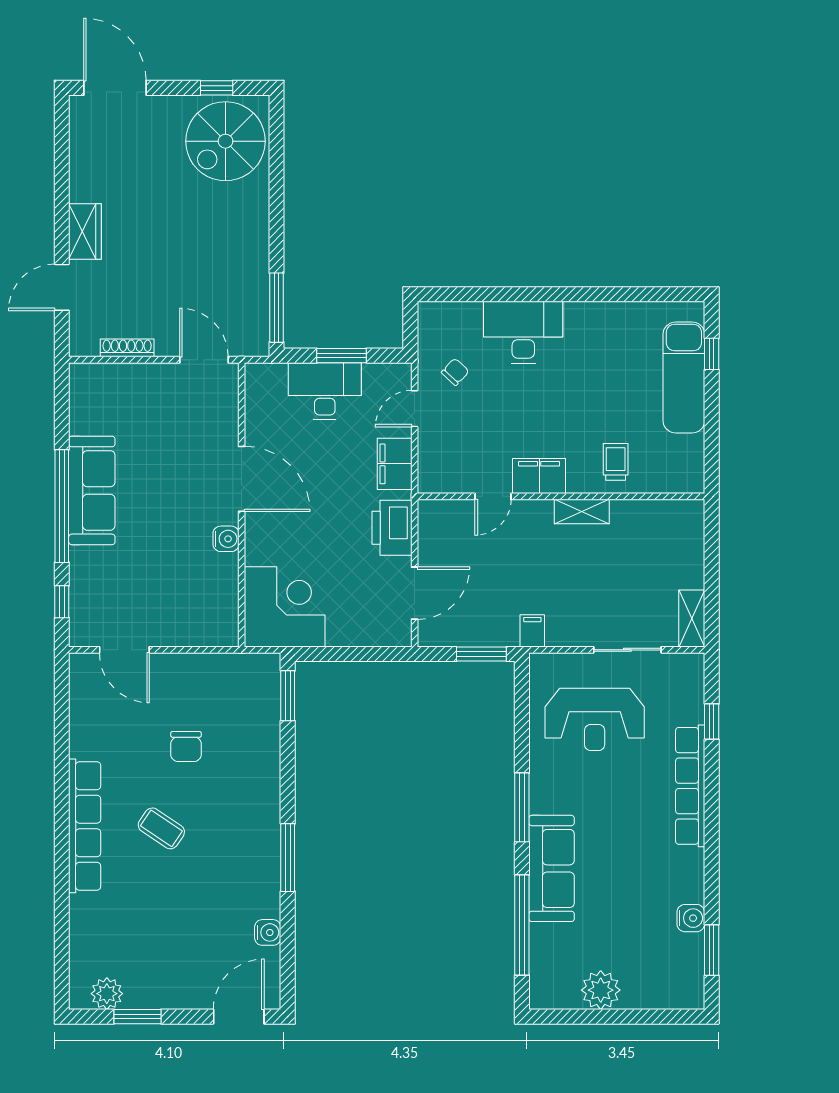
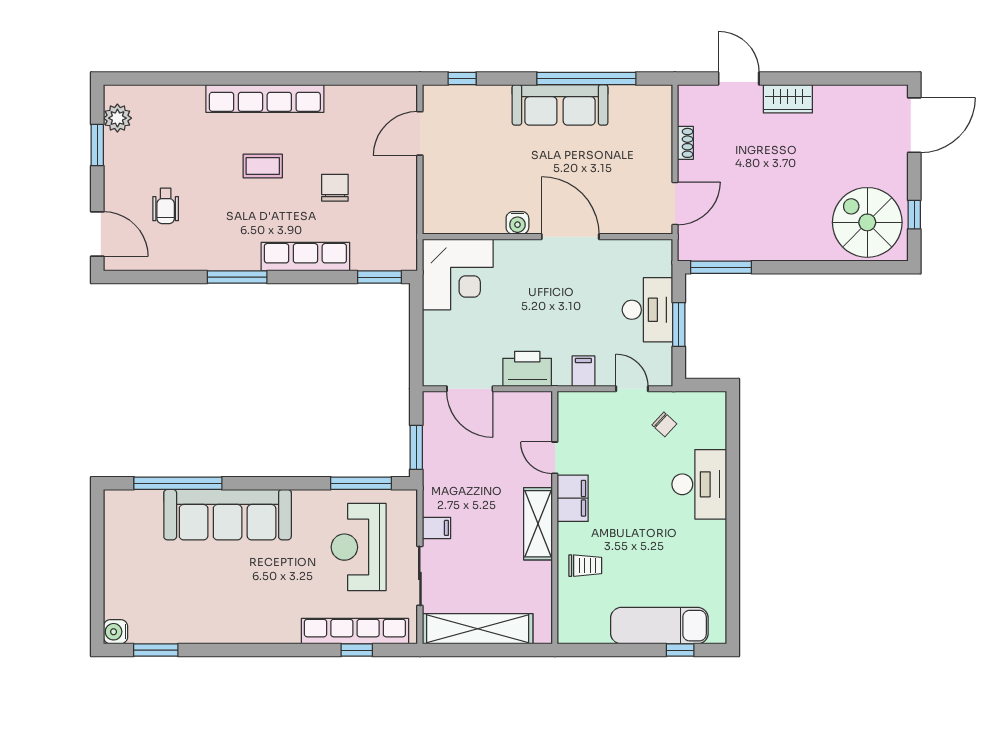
shoe rack: (127, 348) -> (685, 143), width x0.70
filing cabinet: (395, 464) -> (583, 371), width x0.50
door: (242, 479) -> (570, 237), swing flipped
window: (62, 506) -> (586, 78), moved
shelving: (582, 512) -> (538, 524), width x1.50, depth x1.33
shelving: (692, 618) -> (478, 629), width x2.20, depth x1.33
filing cabinet: (532, 631) -> (437, 528), moved
chair: (186, 746) -> (335, 188), turned 90
row of seats: (264, 780) -> (305, 257), added
row of seats: (690, 786) -> (355, 631), moved
window: (522, 807) -> (361, 483), moved
coffee table: (161, 828) -> (263, 166), turned 56
sofa: (552, 868) -> (228, 515), width x1.36, depth x1.27
water cooler: (691, 918) -> (116, 632), moved, turned 90
water cooler: (268, 932) -> (171, 260), removed
wheelchair: (207, 939) -> (166, 206), added
plant: (601, 990) -> (121, 552), removed

